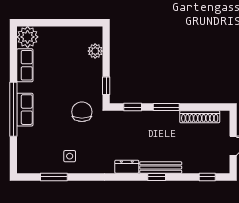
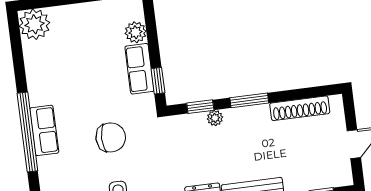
row of seats: (25, 65) -> (139, 69), moved, turned 180
chair: (82, 112) -> (111, 137), moved, turned 90
plant: (141, 116) -> (215, 118), added

